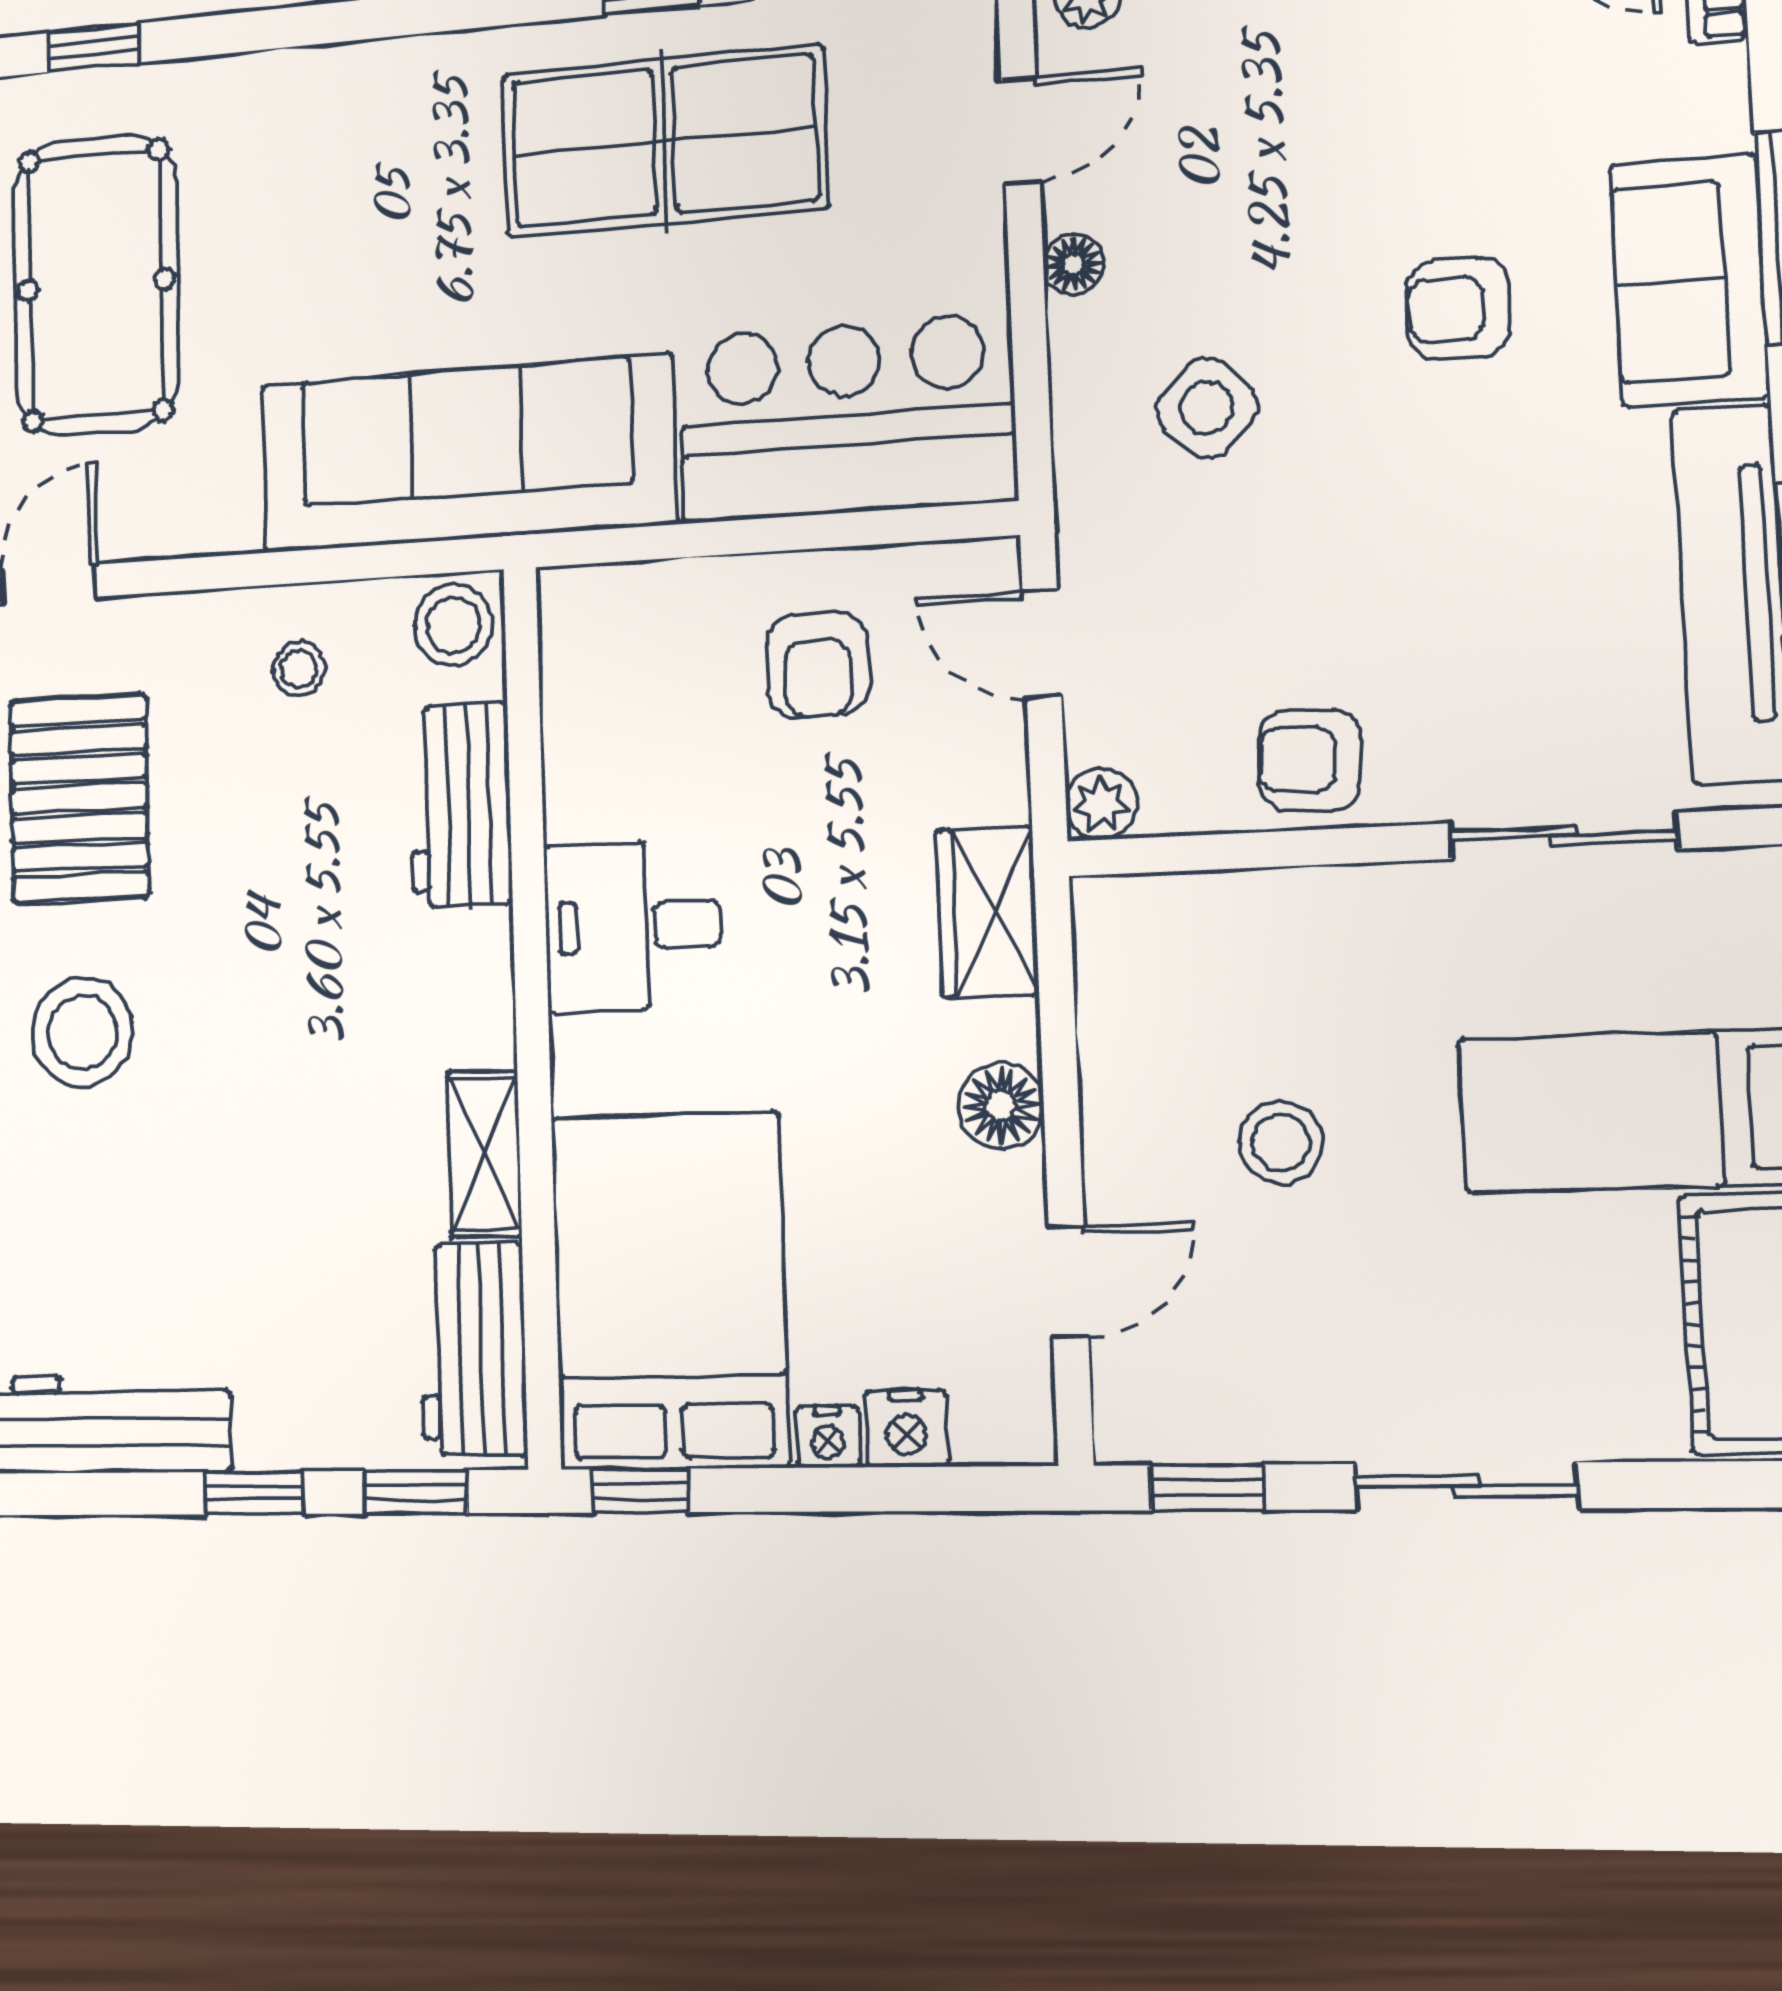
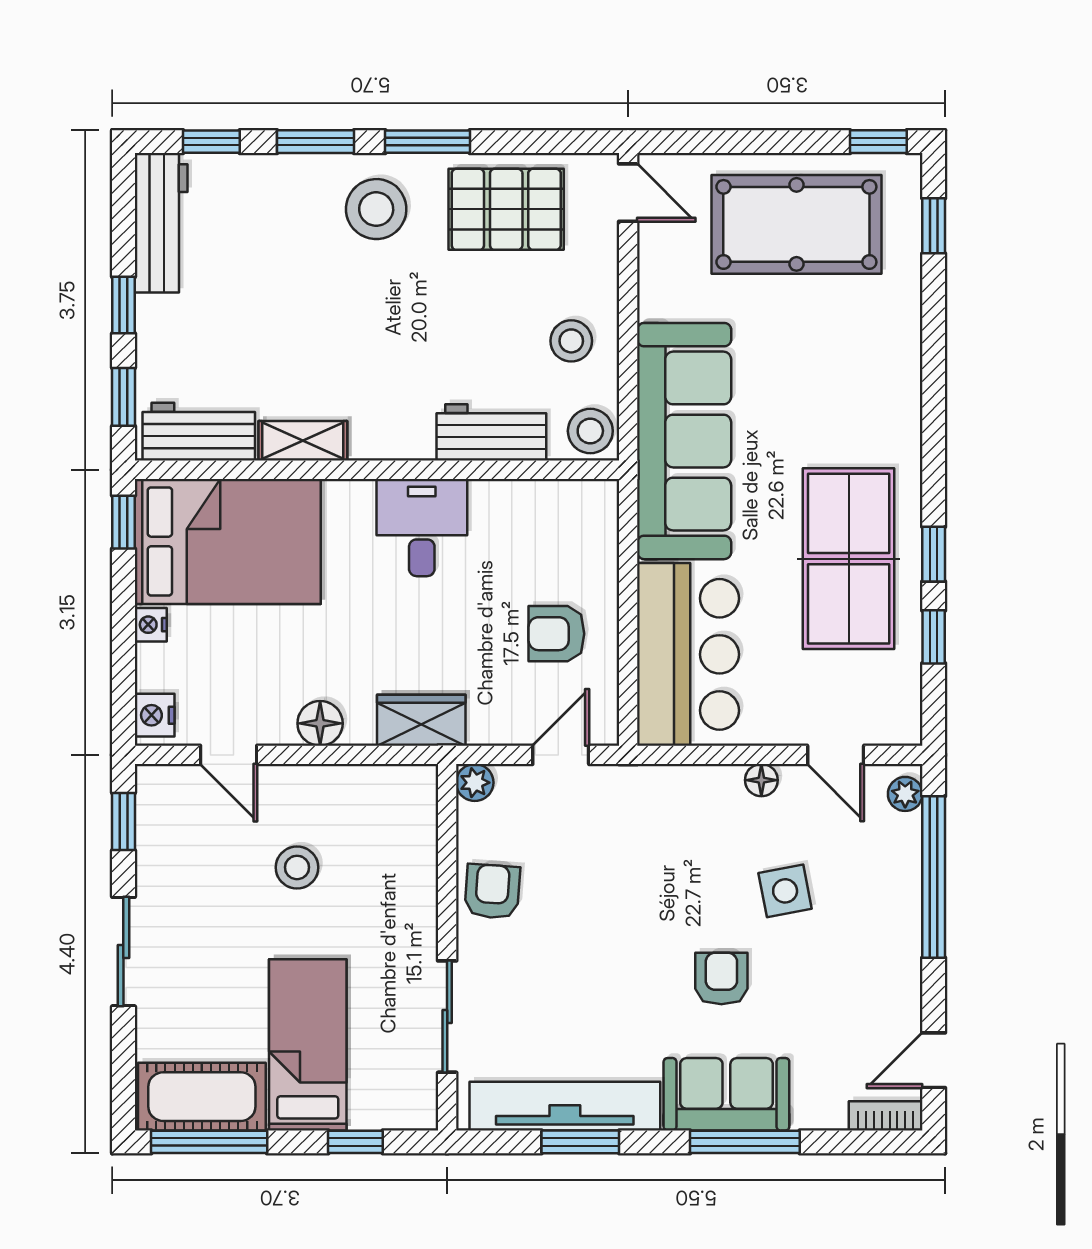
side table: (1207, 408) -> (785, 891), moved, turned 36
stool: (299, 669) -> (571, 341), width x1.37, depth x1.37
nightstand: (906, 1428) -> (155, 715), moved

